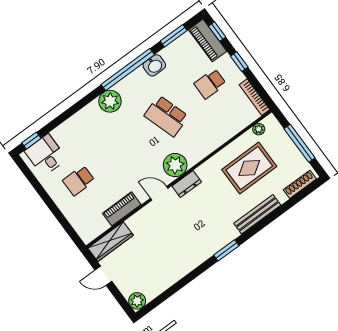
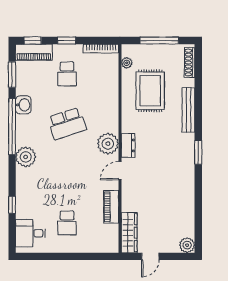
window: (31, 141) -> (12, 205), moved

